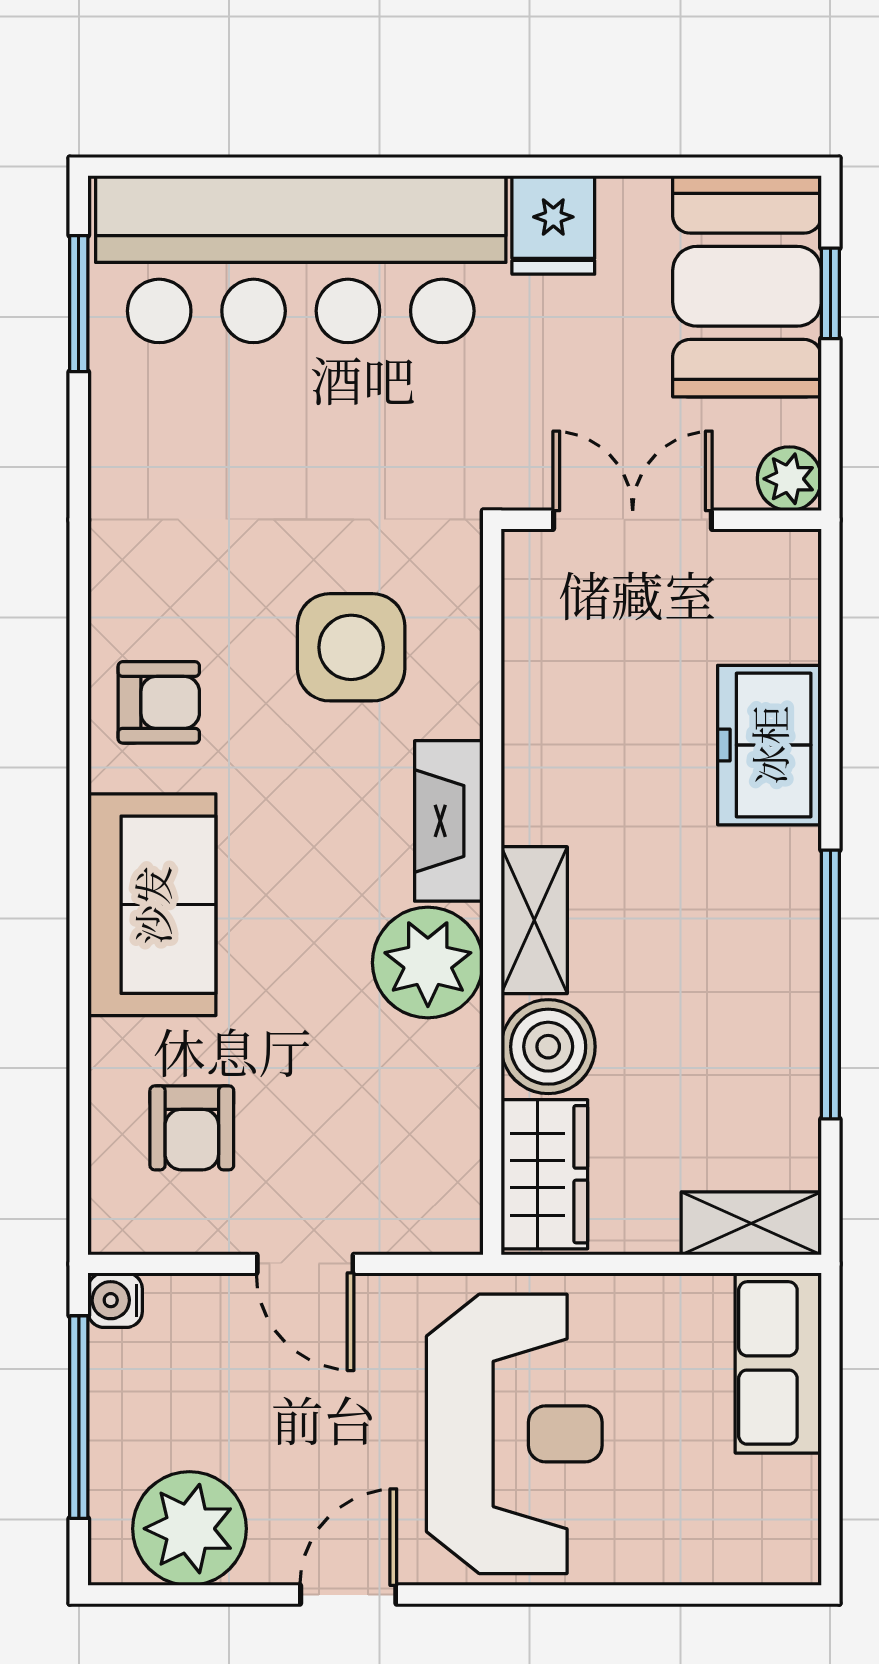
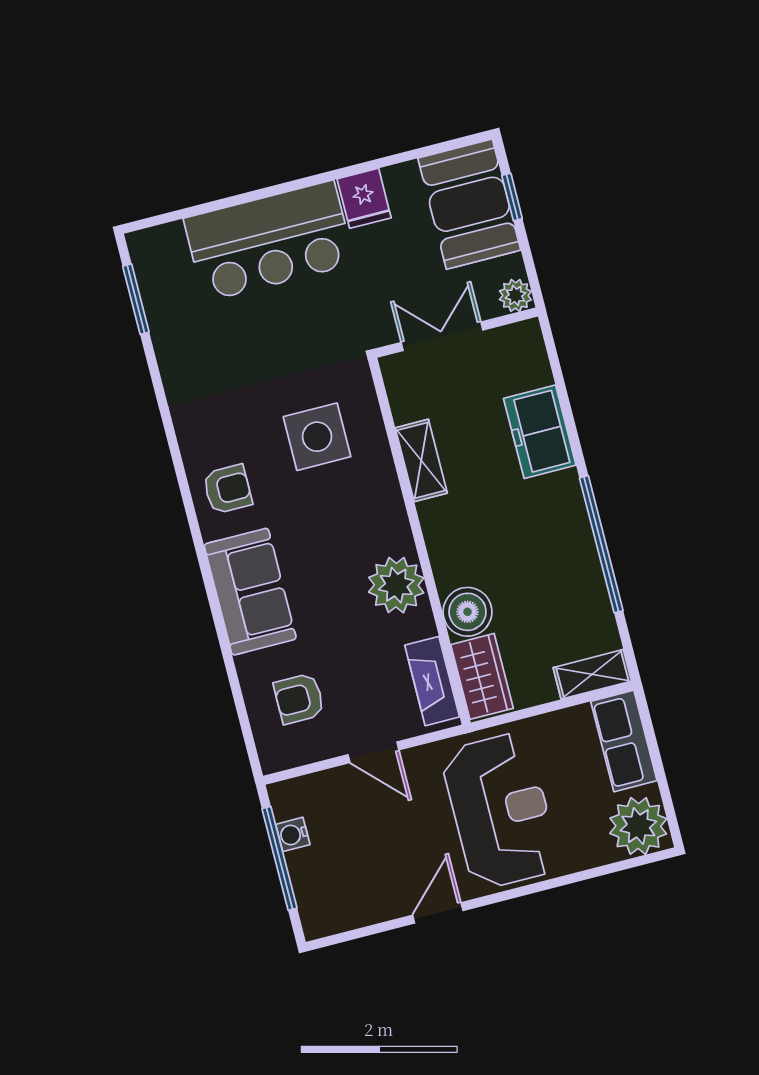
bar counter: (301, 259) -> (269, 241), width x0.73
fireplace: (449, 821) -> (432, 681), moved
shelving: (534, 920) -> (421, 460), moved
armchair: (192, 1128) -> (299, 699), turned 90
water cooler: (115, 1300) -> (293, 834), moved
plant: (189, 1529) -> (638, 826), moved

